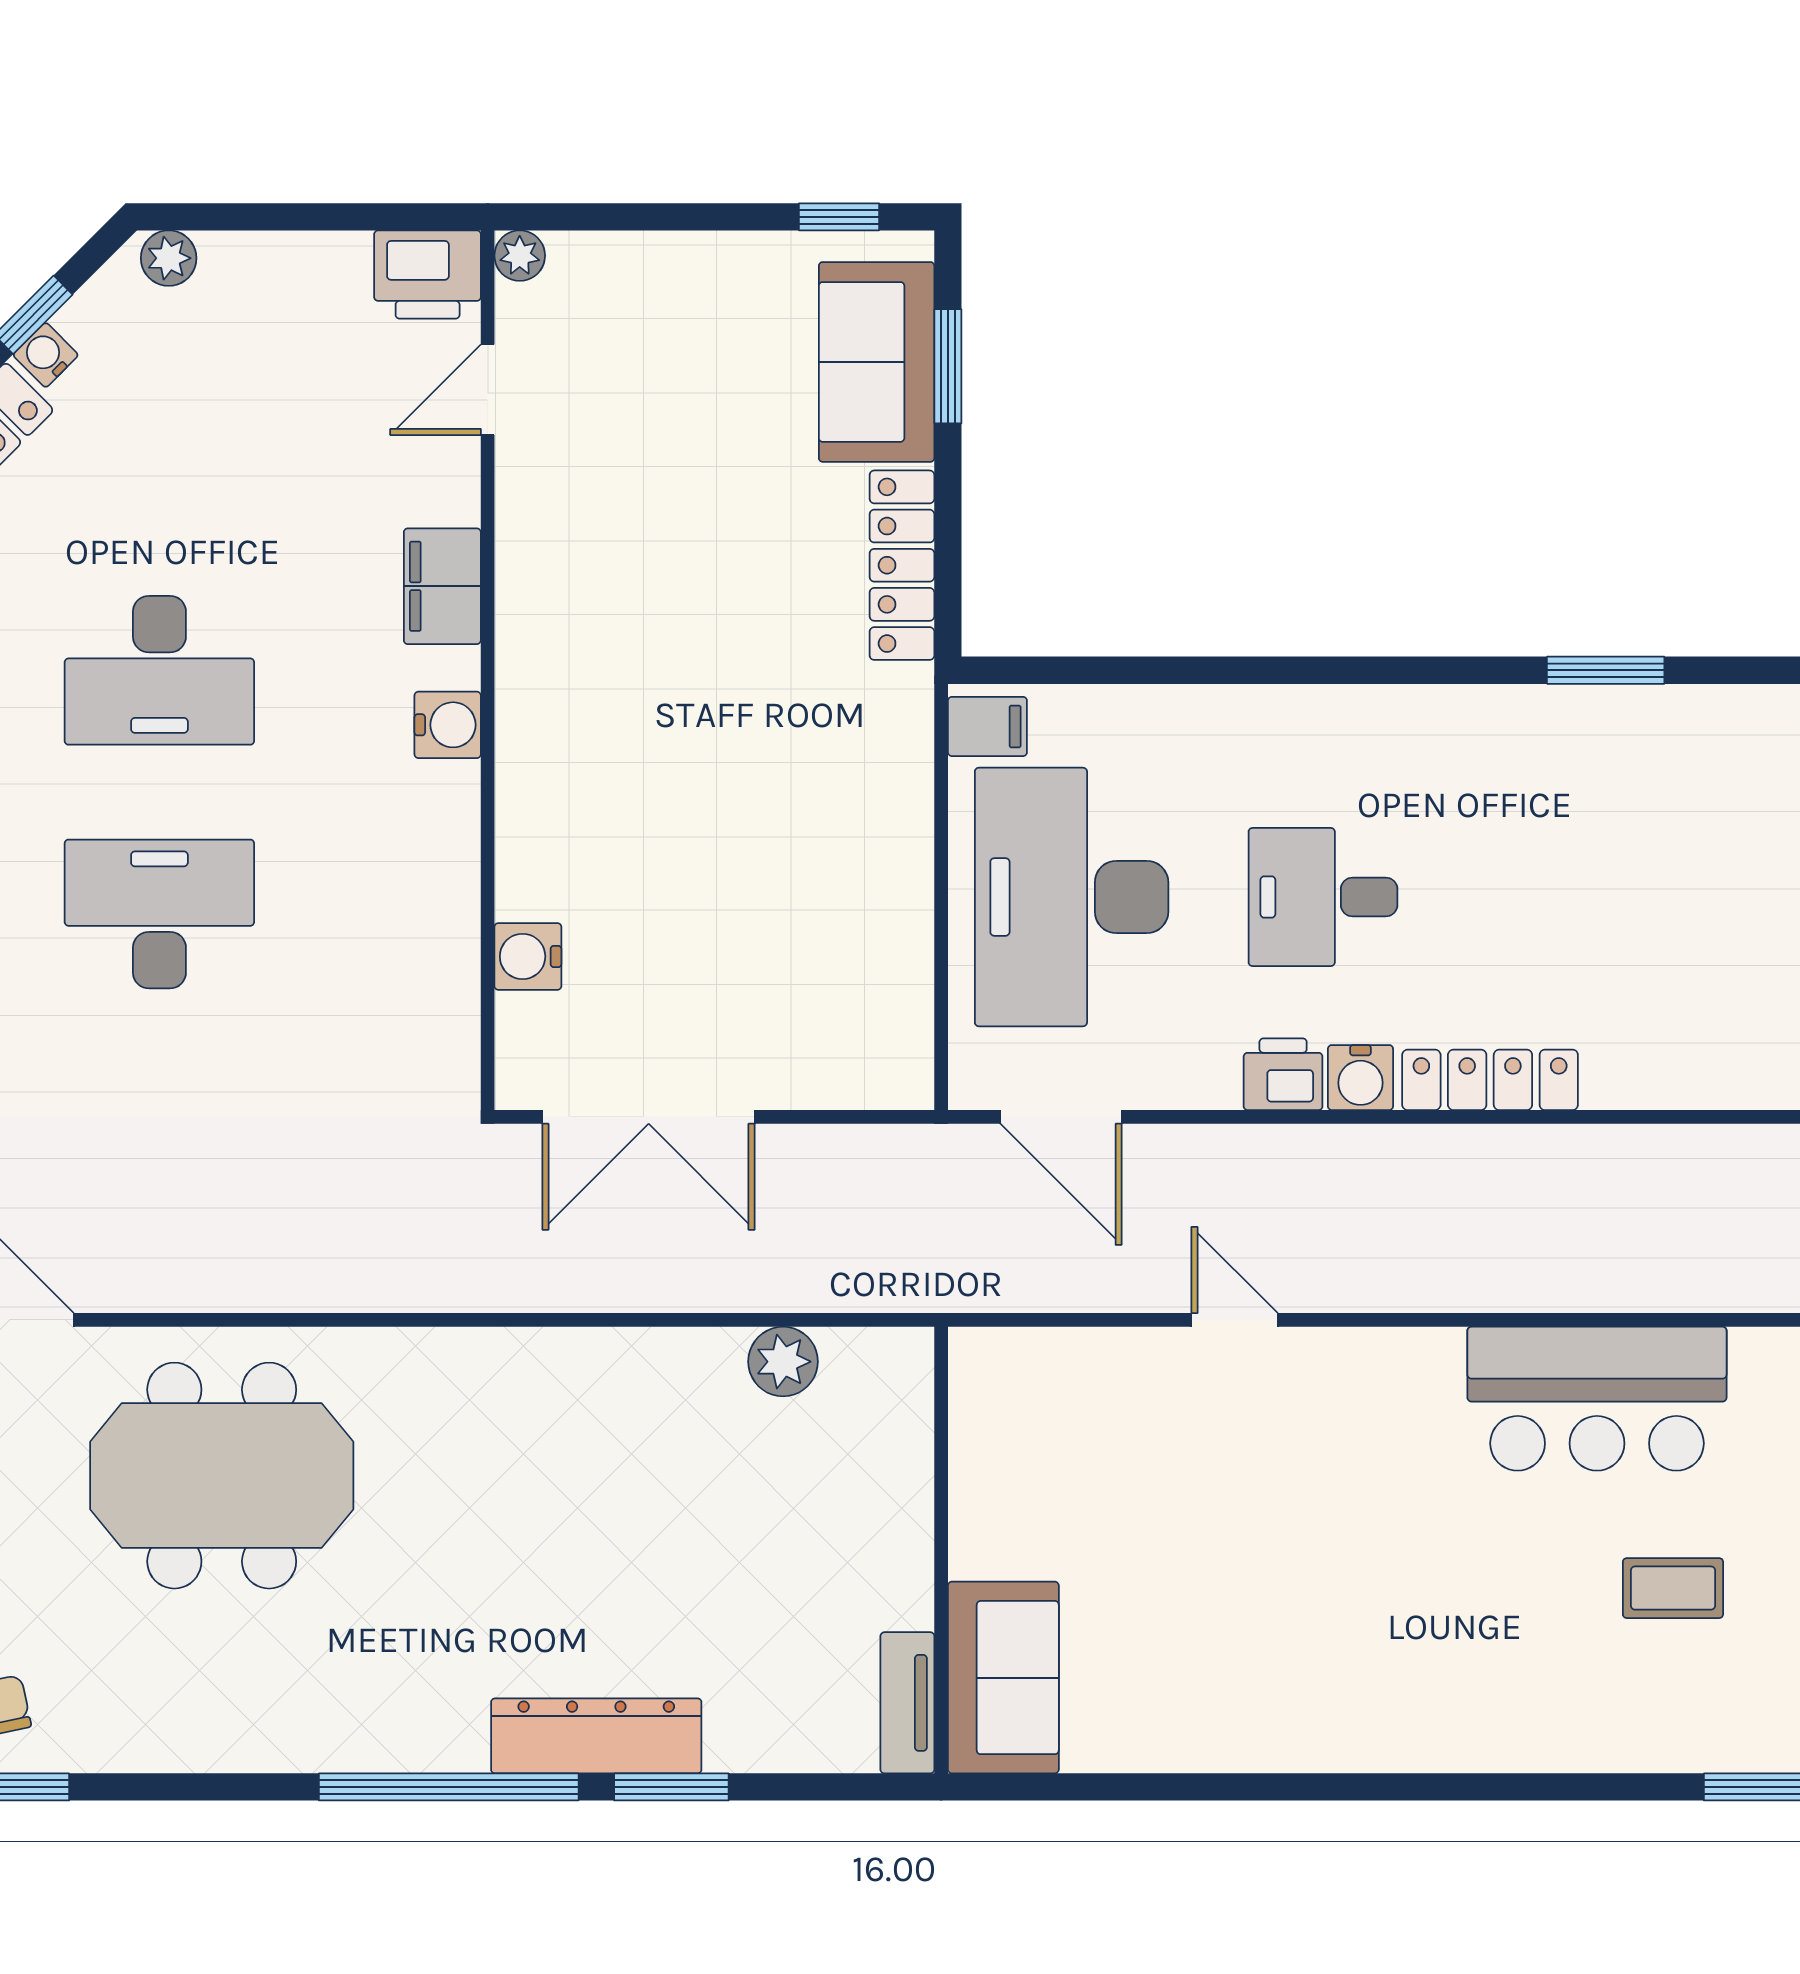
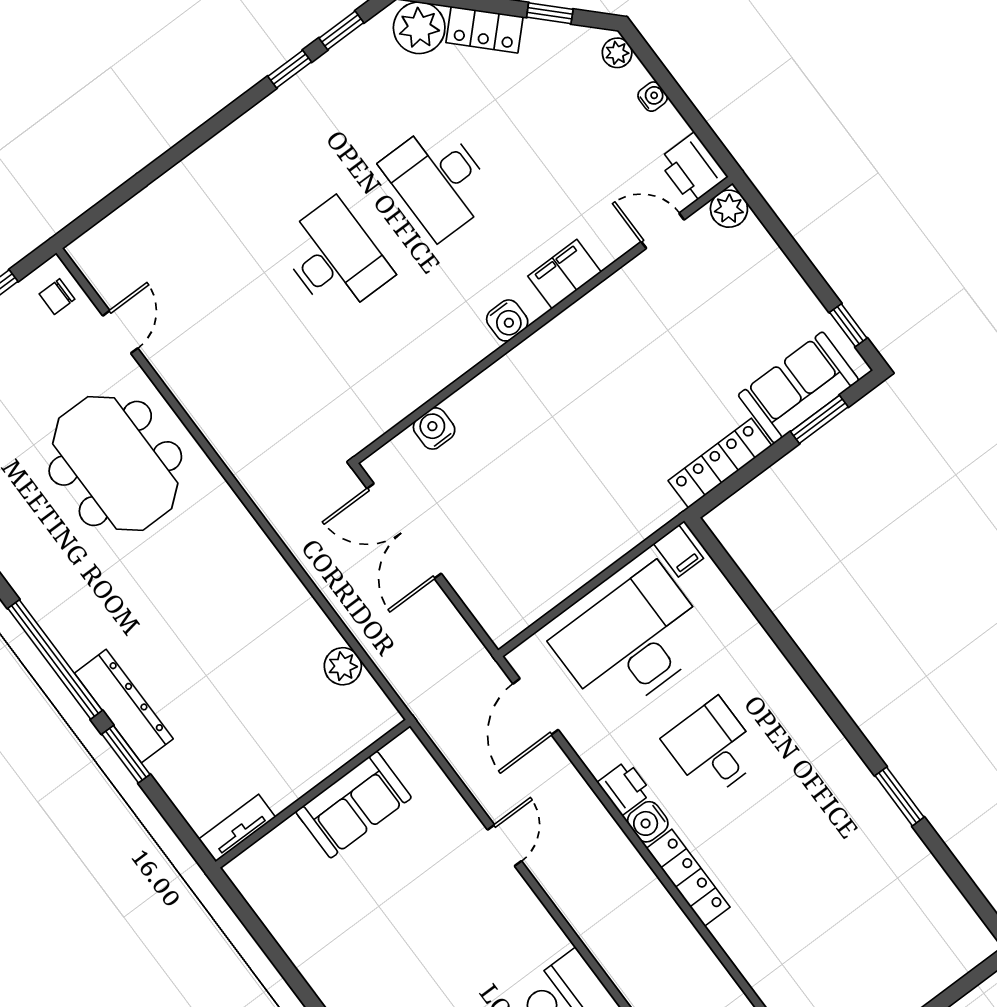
plant: (520, 256) -> (729, 209), width x1.38, depth x1.38
water cooler: (46, 355) -> (653, 97), moved, turned 45
sofa: (1003, 1678) -> (354, 805), moved

